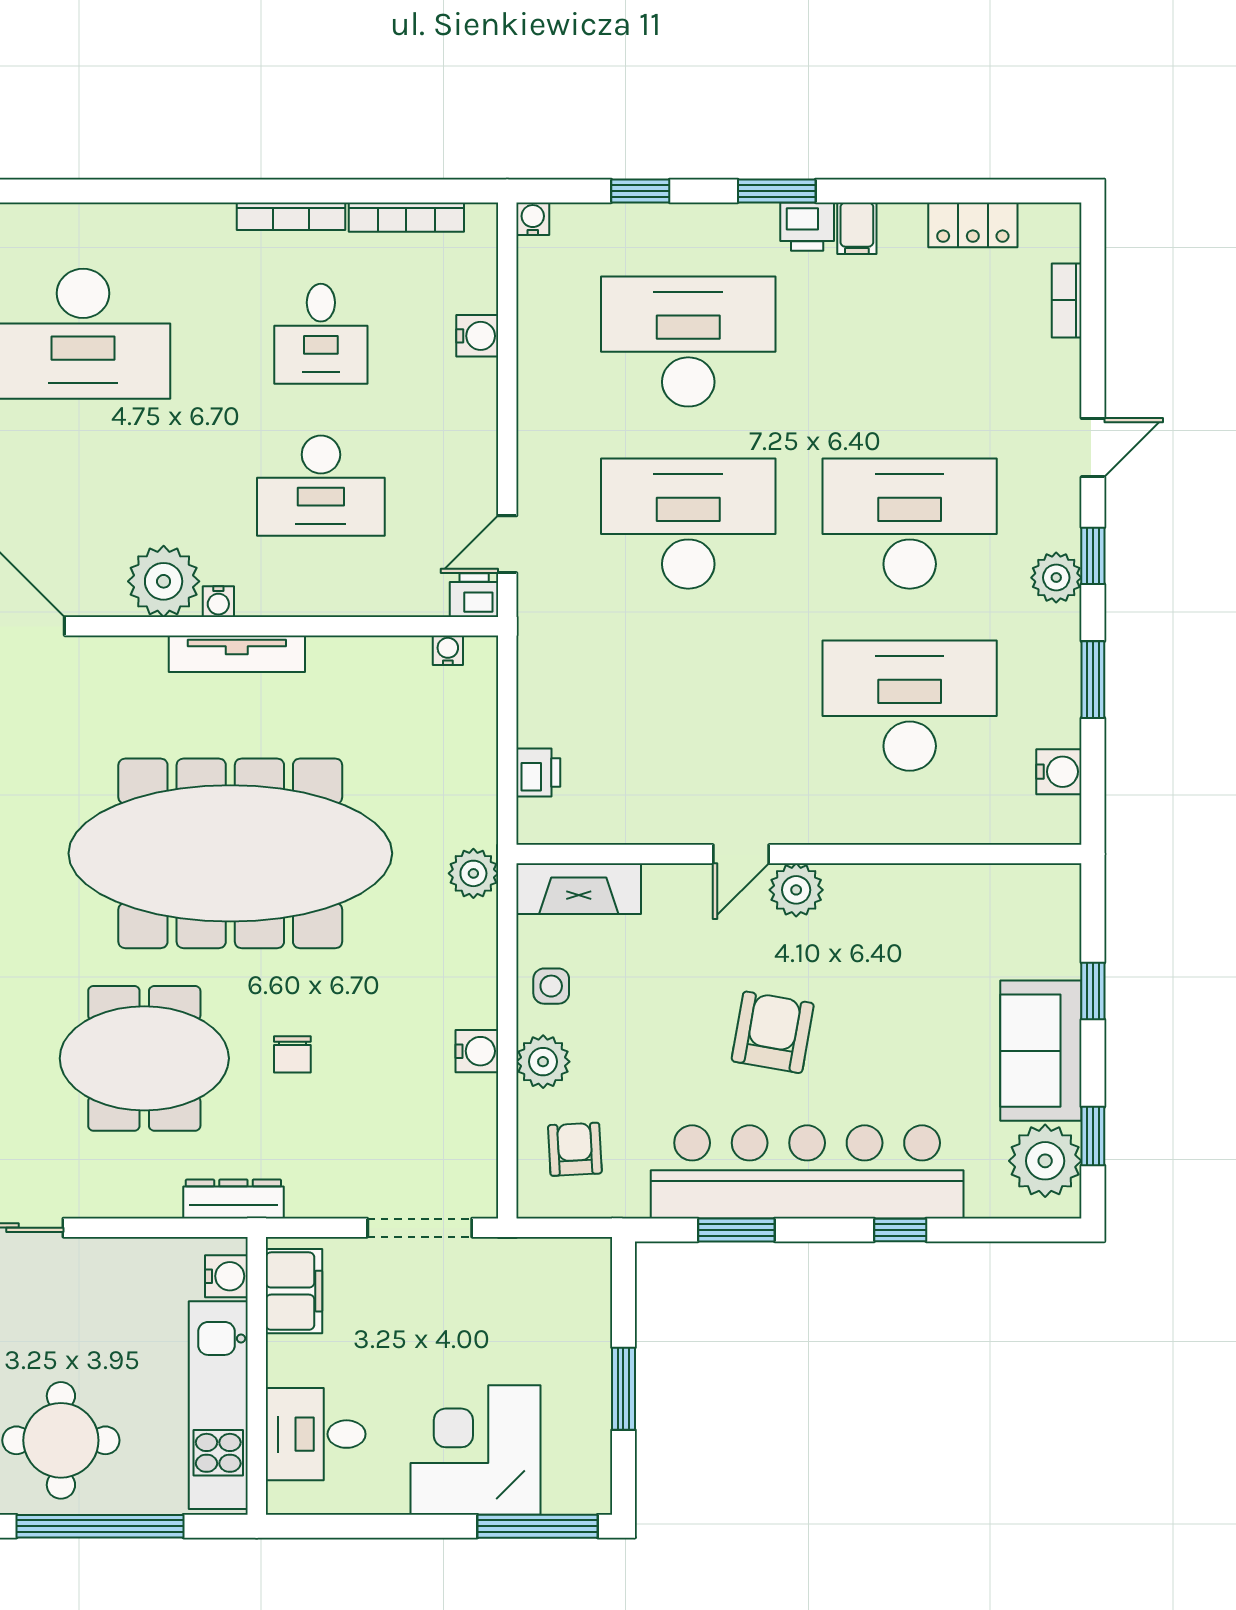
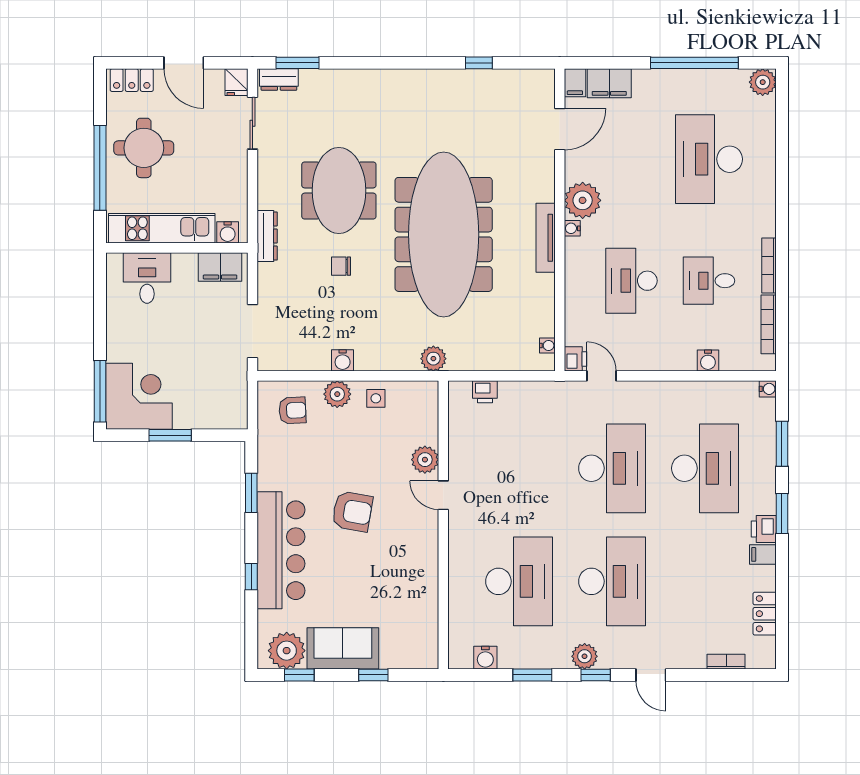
window: (640, 191) -> (782, 444), width x1.50
fireplace: (579, 889) -> (426, 412), removed
plant: (796, 890) -> (425, 460), moved
bar counter: (807, 1172) -> (281, 550), width x0.73
corner desk: (475, 1450) -> (139, 396), moved

